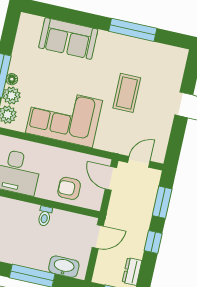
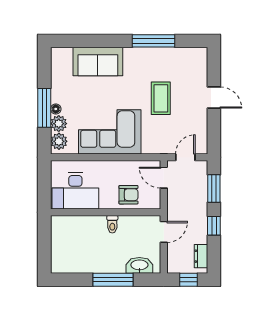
armchair: (69, 188) -> (128, 195), turned 180

